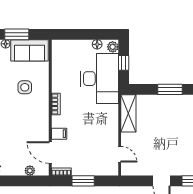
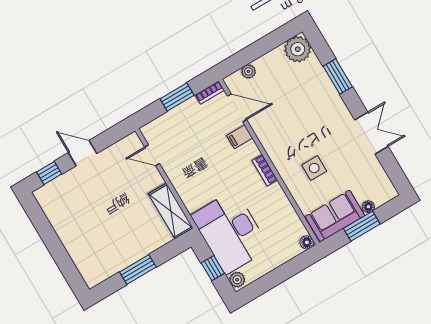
floor lamp: (97, 44) -> (307, 242), moved

